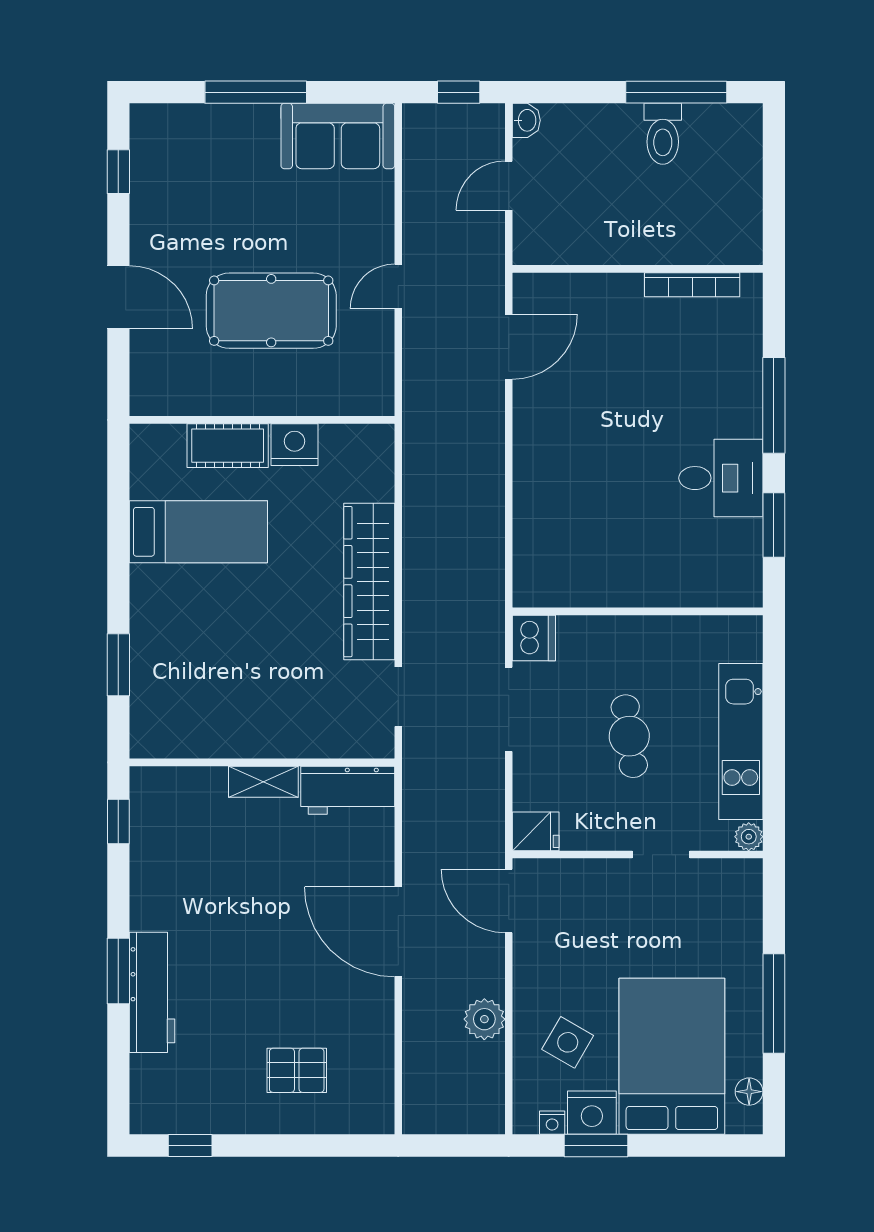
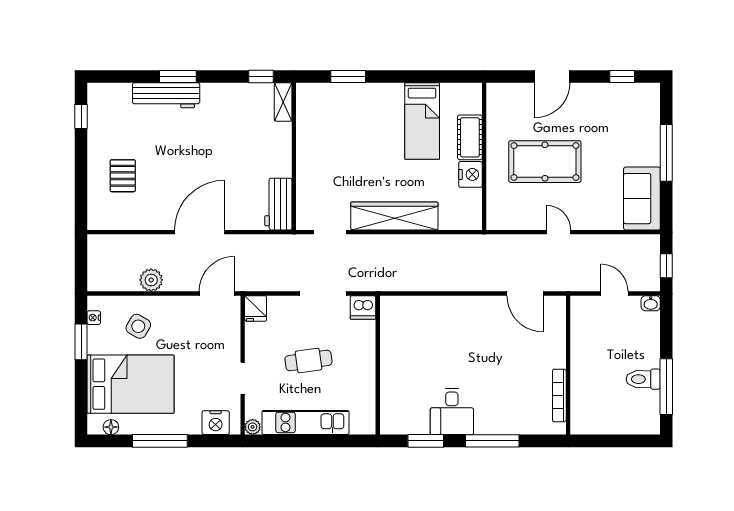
pool table: (271, 311) -> (545, 162), turned 90
shelving: (263, 782) -> (283, 102), moved
nightstand: (592, 1113) -> (216, 423), moved, turned -90

